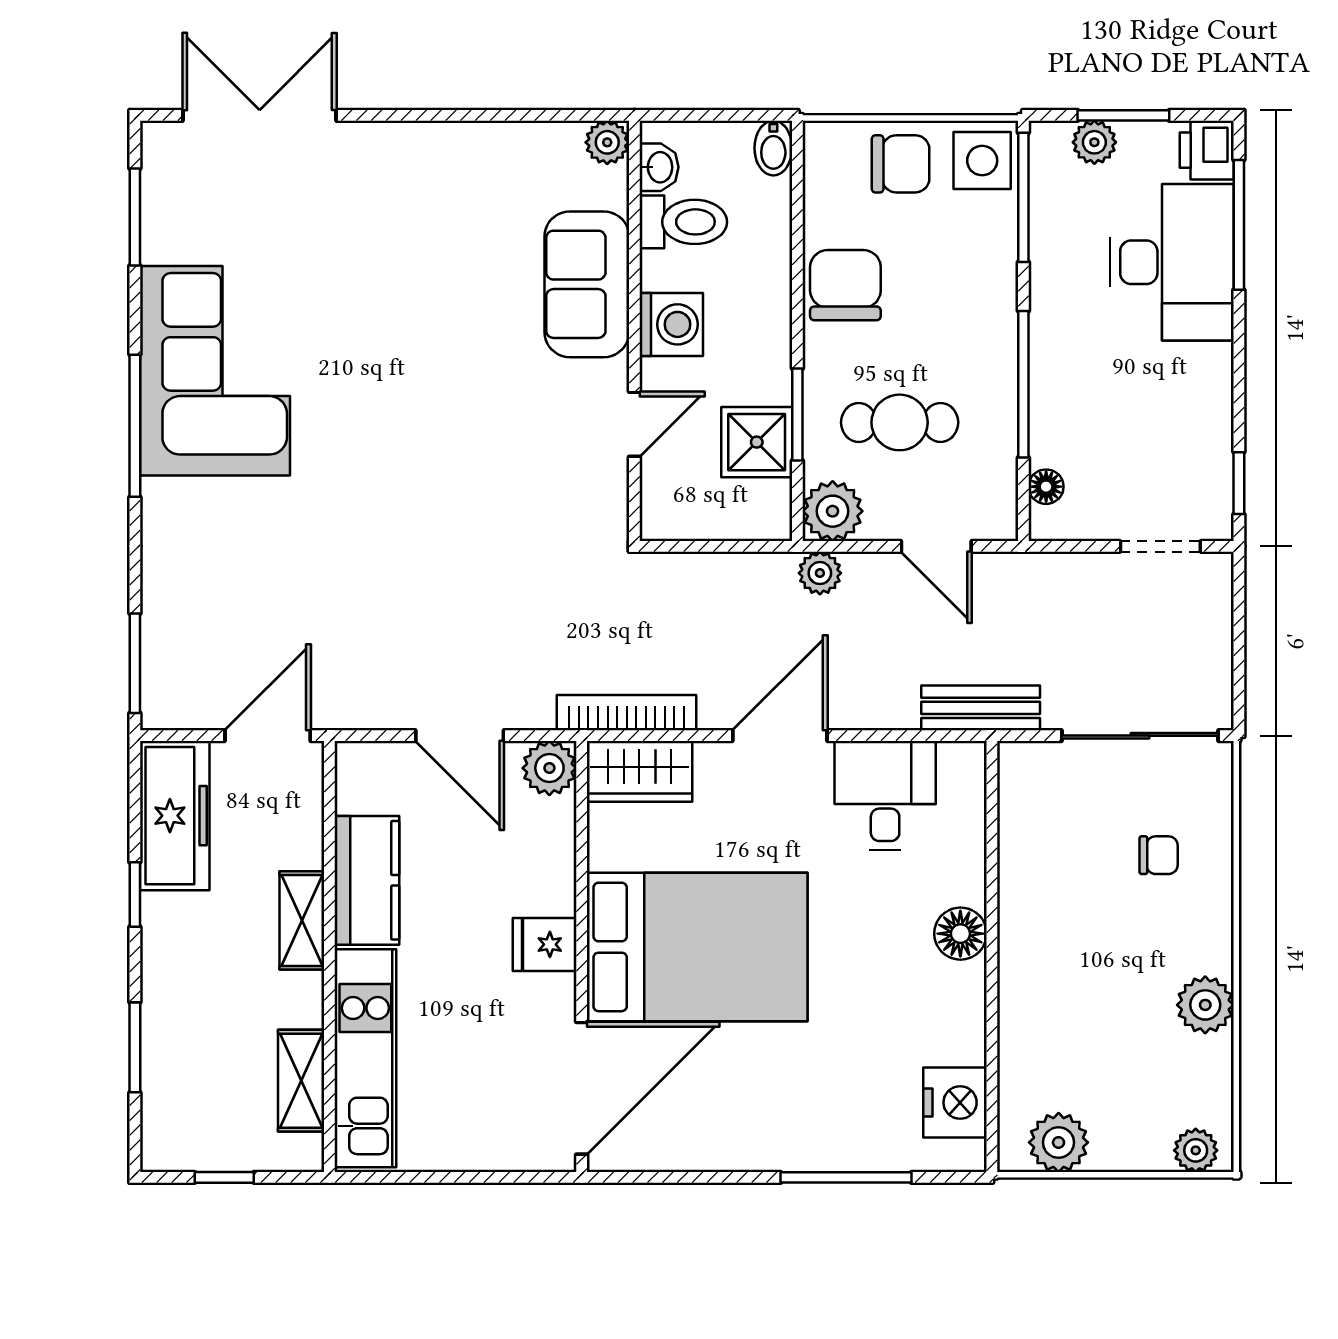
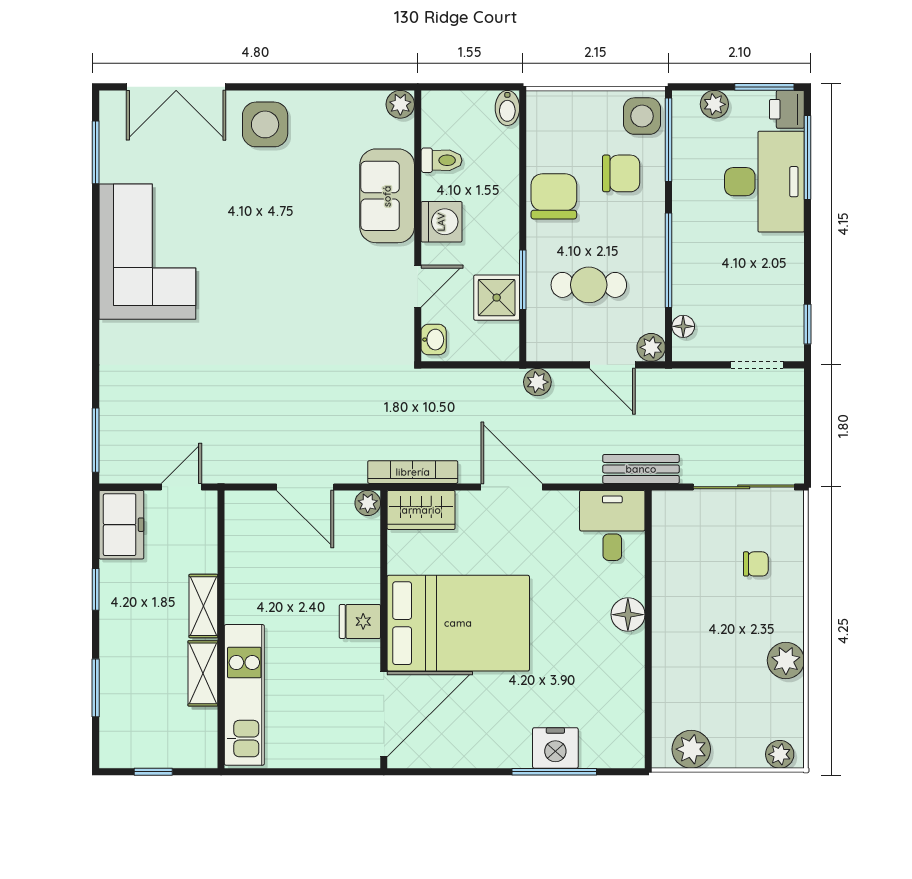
double door: (260, 115) -> (176, 87), swing flipped
window: (1123, 115) -> (764, 87), moved
chair: (901, 164) -> (621, 173), moved
washbasin: (659, 167) -> (434, 340), moved
side table: (398, 174) -> (265, 124), added
toilet: (683, 222) -> (441, 160), width x0.73, depth x0.72
window: (135, 426) -> (96, 287), removed
plant: (833, 511) -> (651, 347), moved, width x0.73, depth x0.73
door: (268, 736) -> (181, 487), width x0.73
door: (780, 736) -> (512, 487), hinge flipped
plant: (549, 768) -> (368, 503), width x0.73, depth x0.73
desk: (885, 795) -> (612, 525), moved
freezer: (175, 816) -> (121, 525), width x0.71
kitchen counter: (367, 880) -> (245, 580), removed
shelving: (301, 1081) -> (203, 673), moved
nightstand: (955, 1103) -> (555, 748), moved, turned 90

